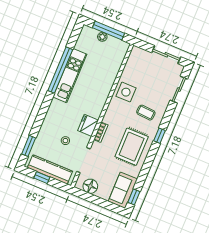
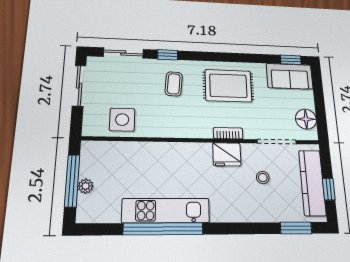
side table: (126, 92) -> (122, 120), moved
window: (160, 136) -> (168, 55), moved

